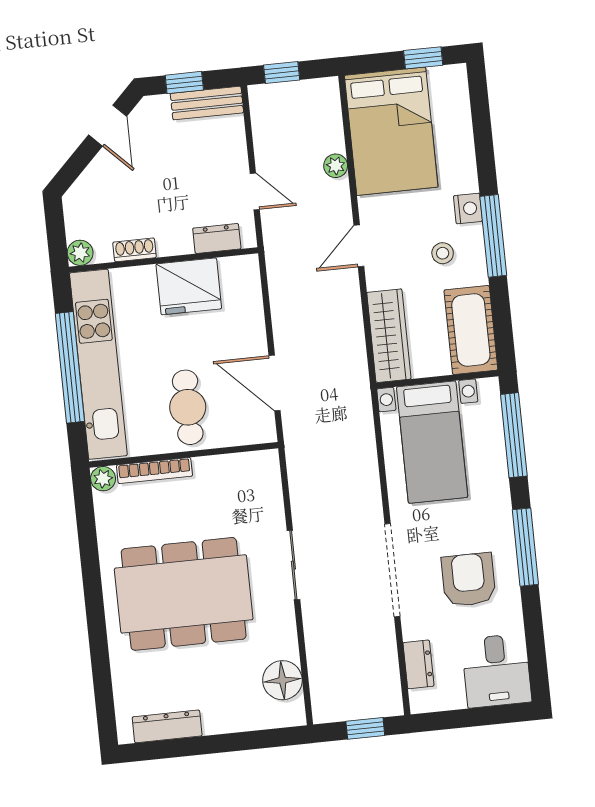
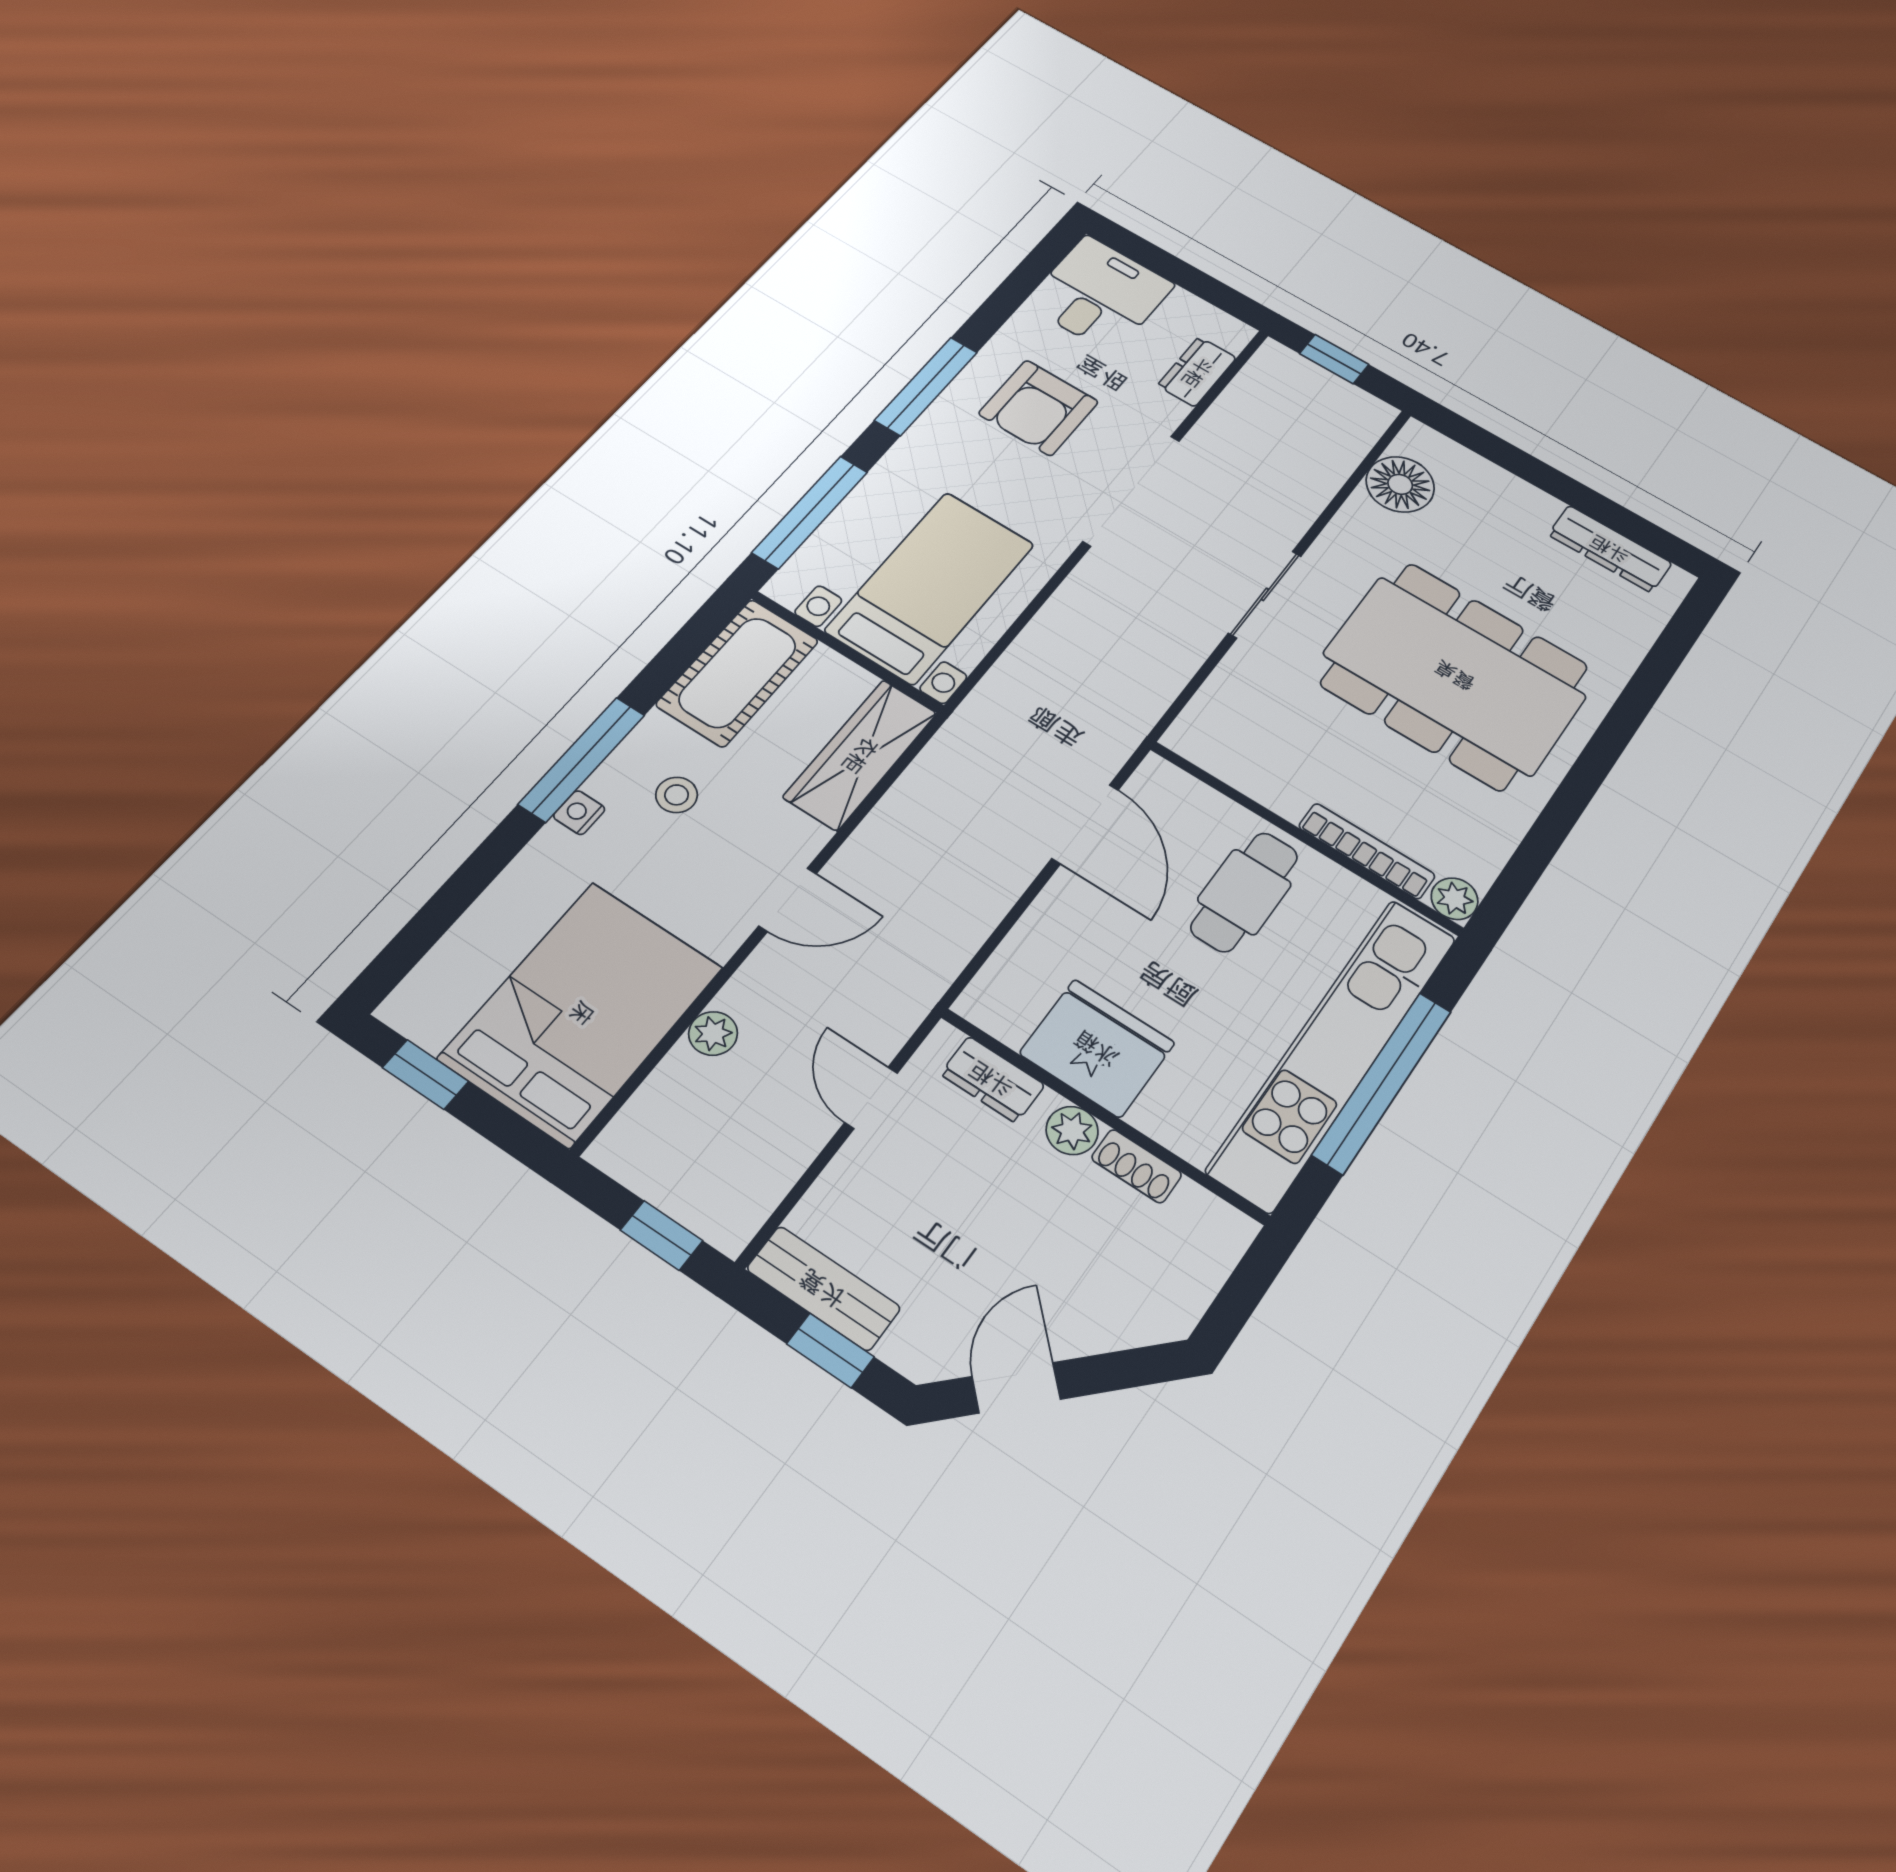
nightstand: (468, 208) -> (579, 813), width x0.72, depth x0.74
plant: (80, 253) -> (1072, 1131), moved

